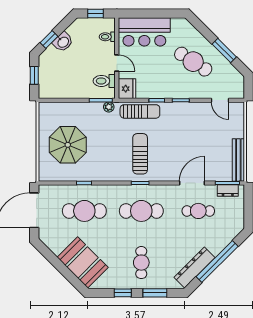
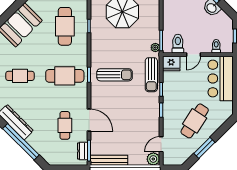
plant: (237, 109) -> (153, 159), added
cafe table: (141, 211) -> (65, 76), turned 90

